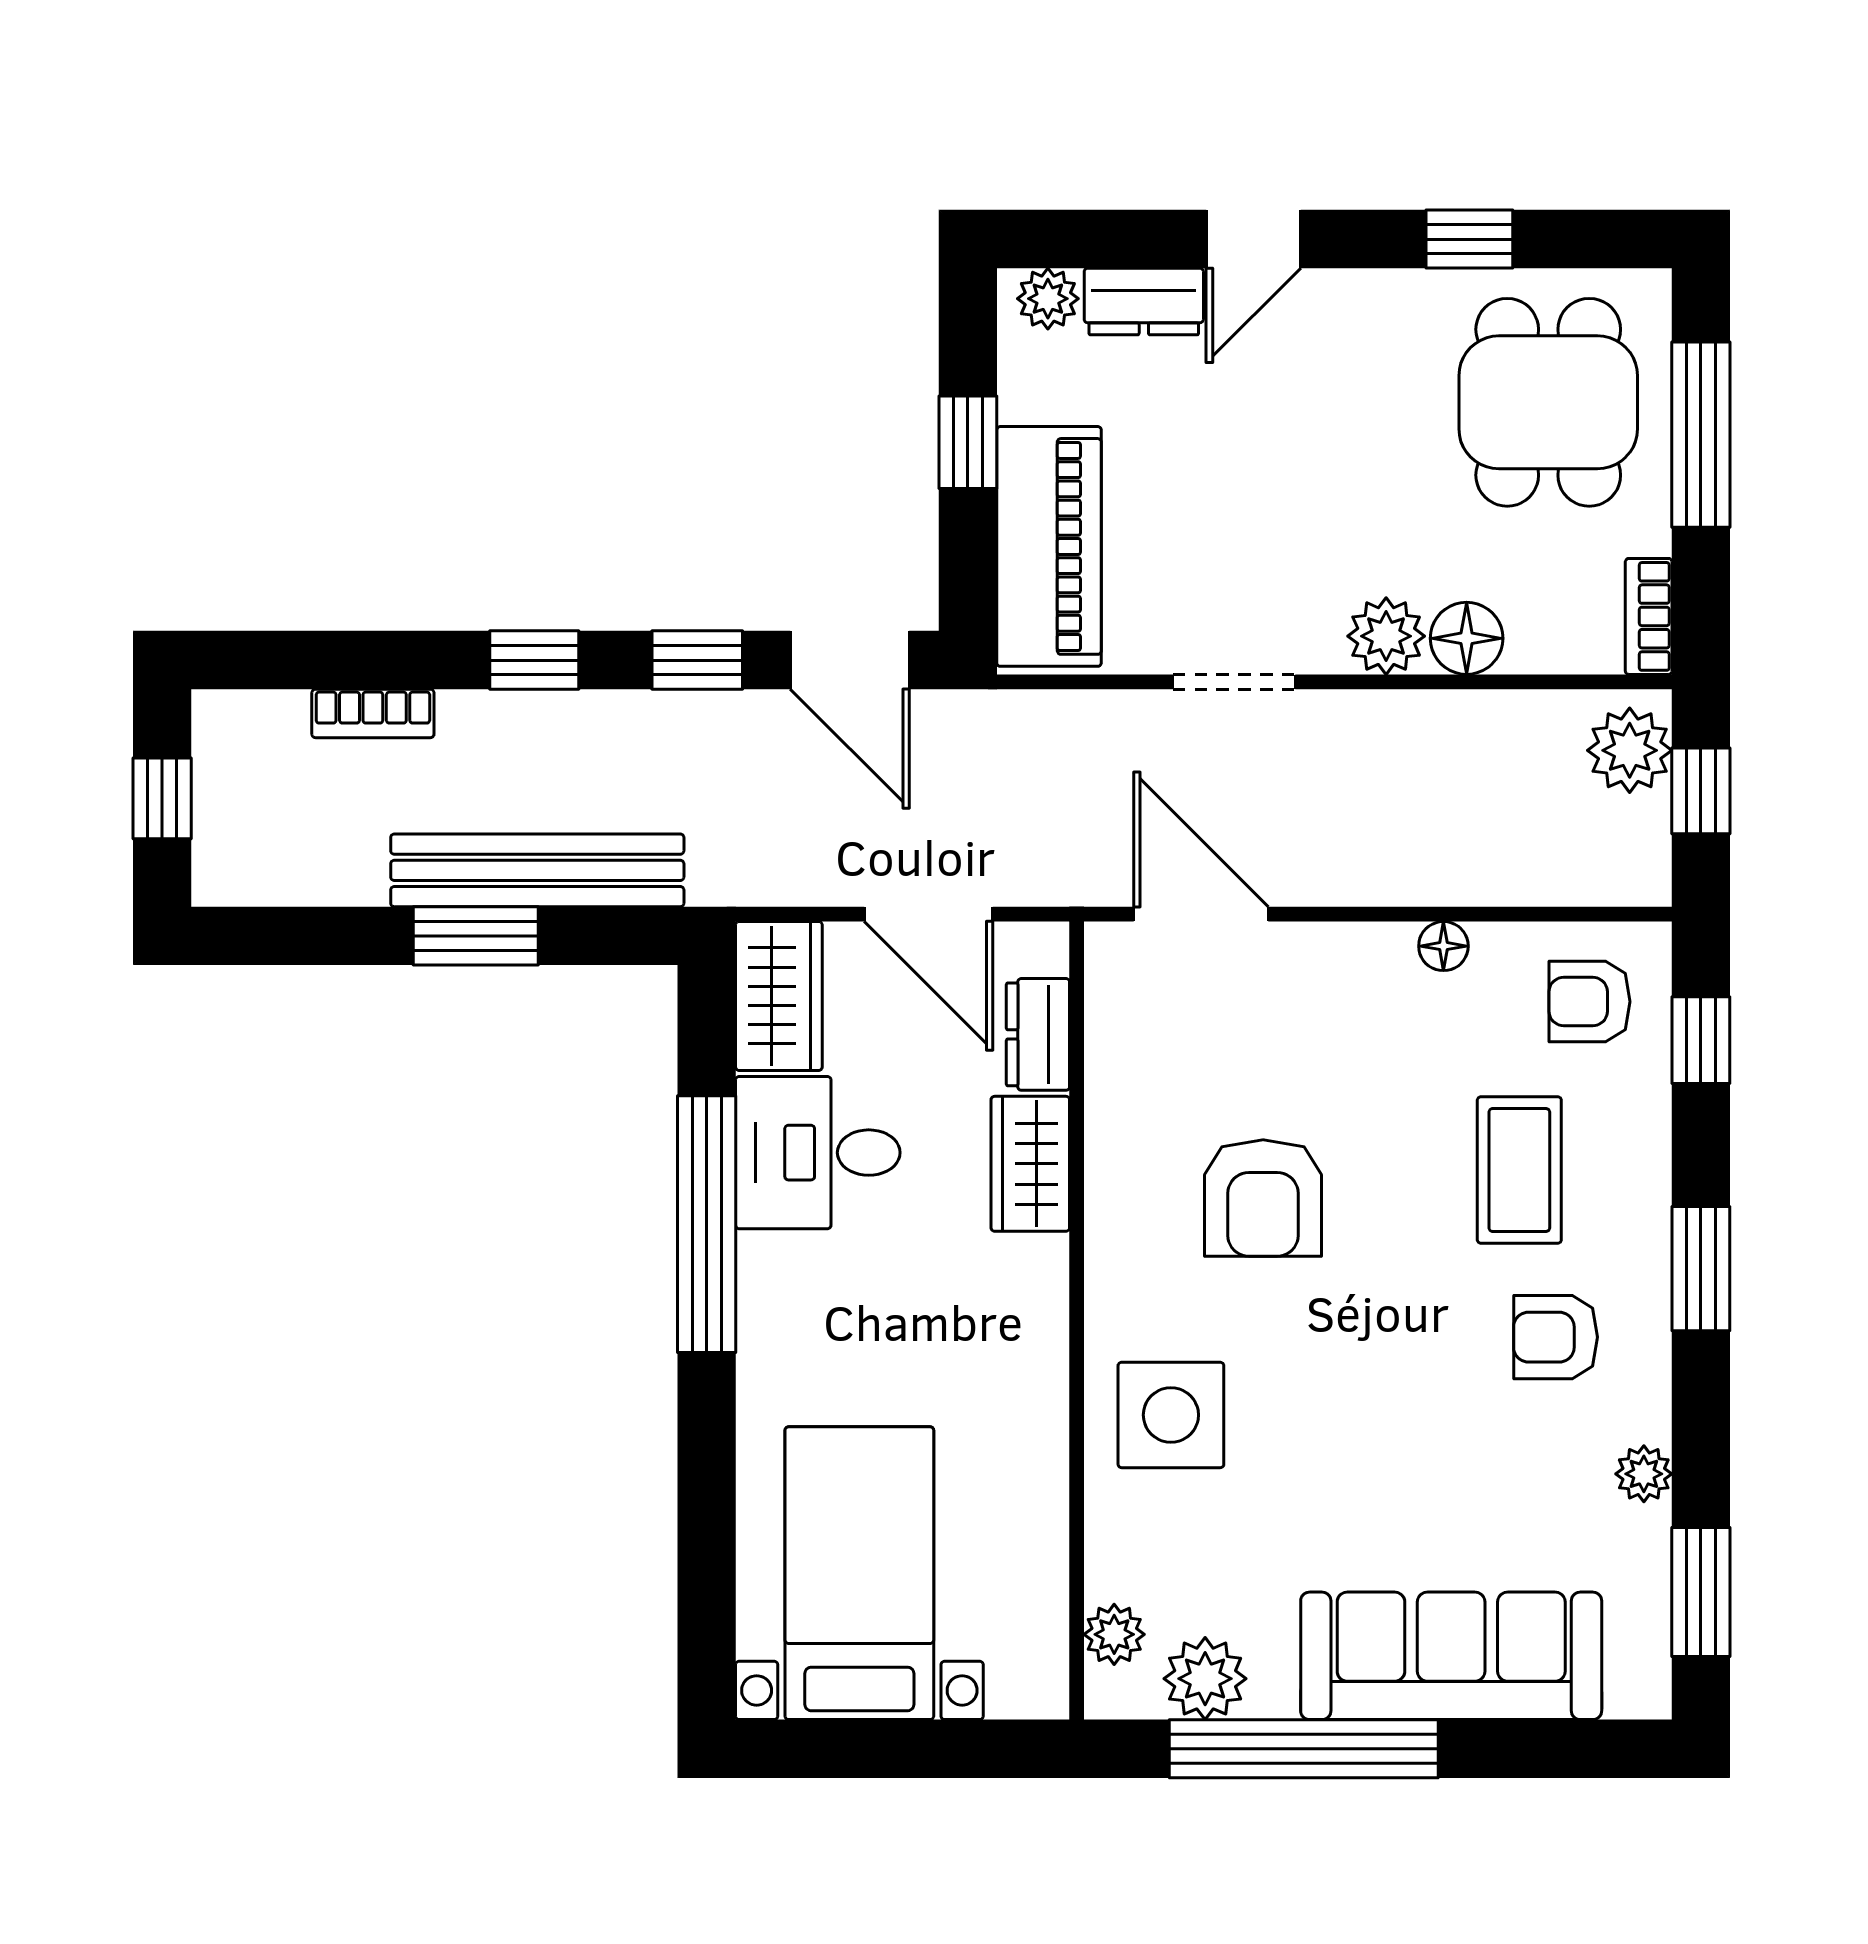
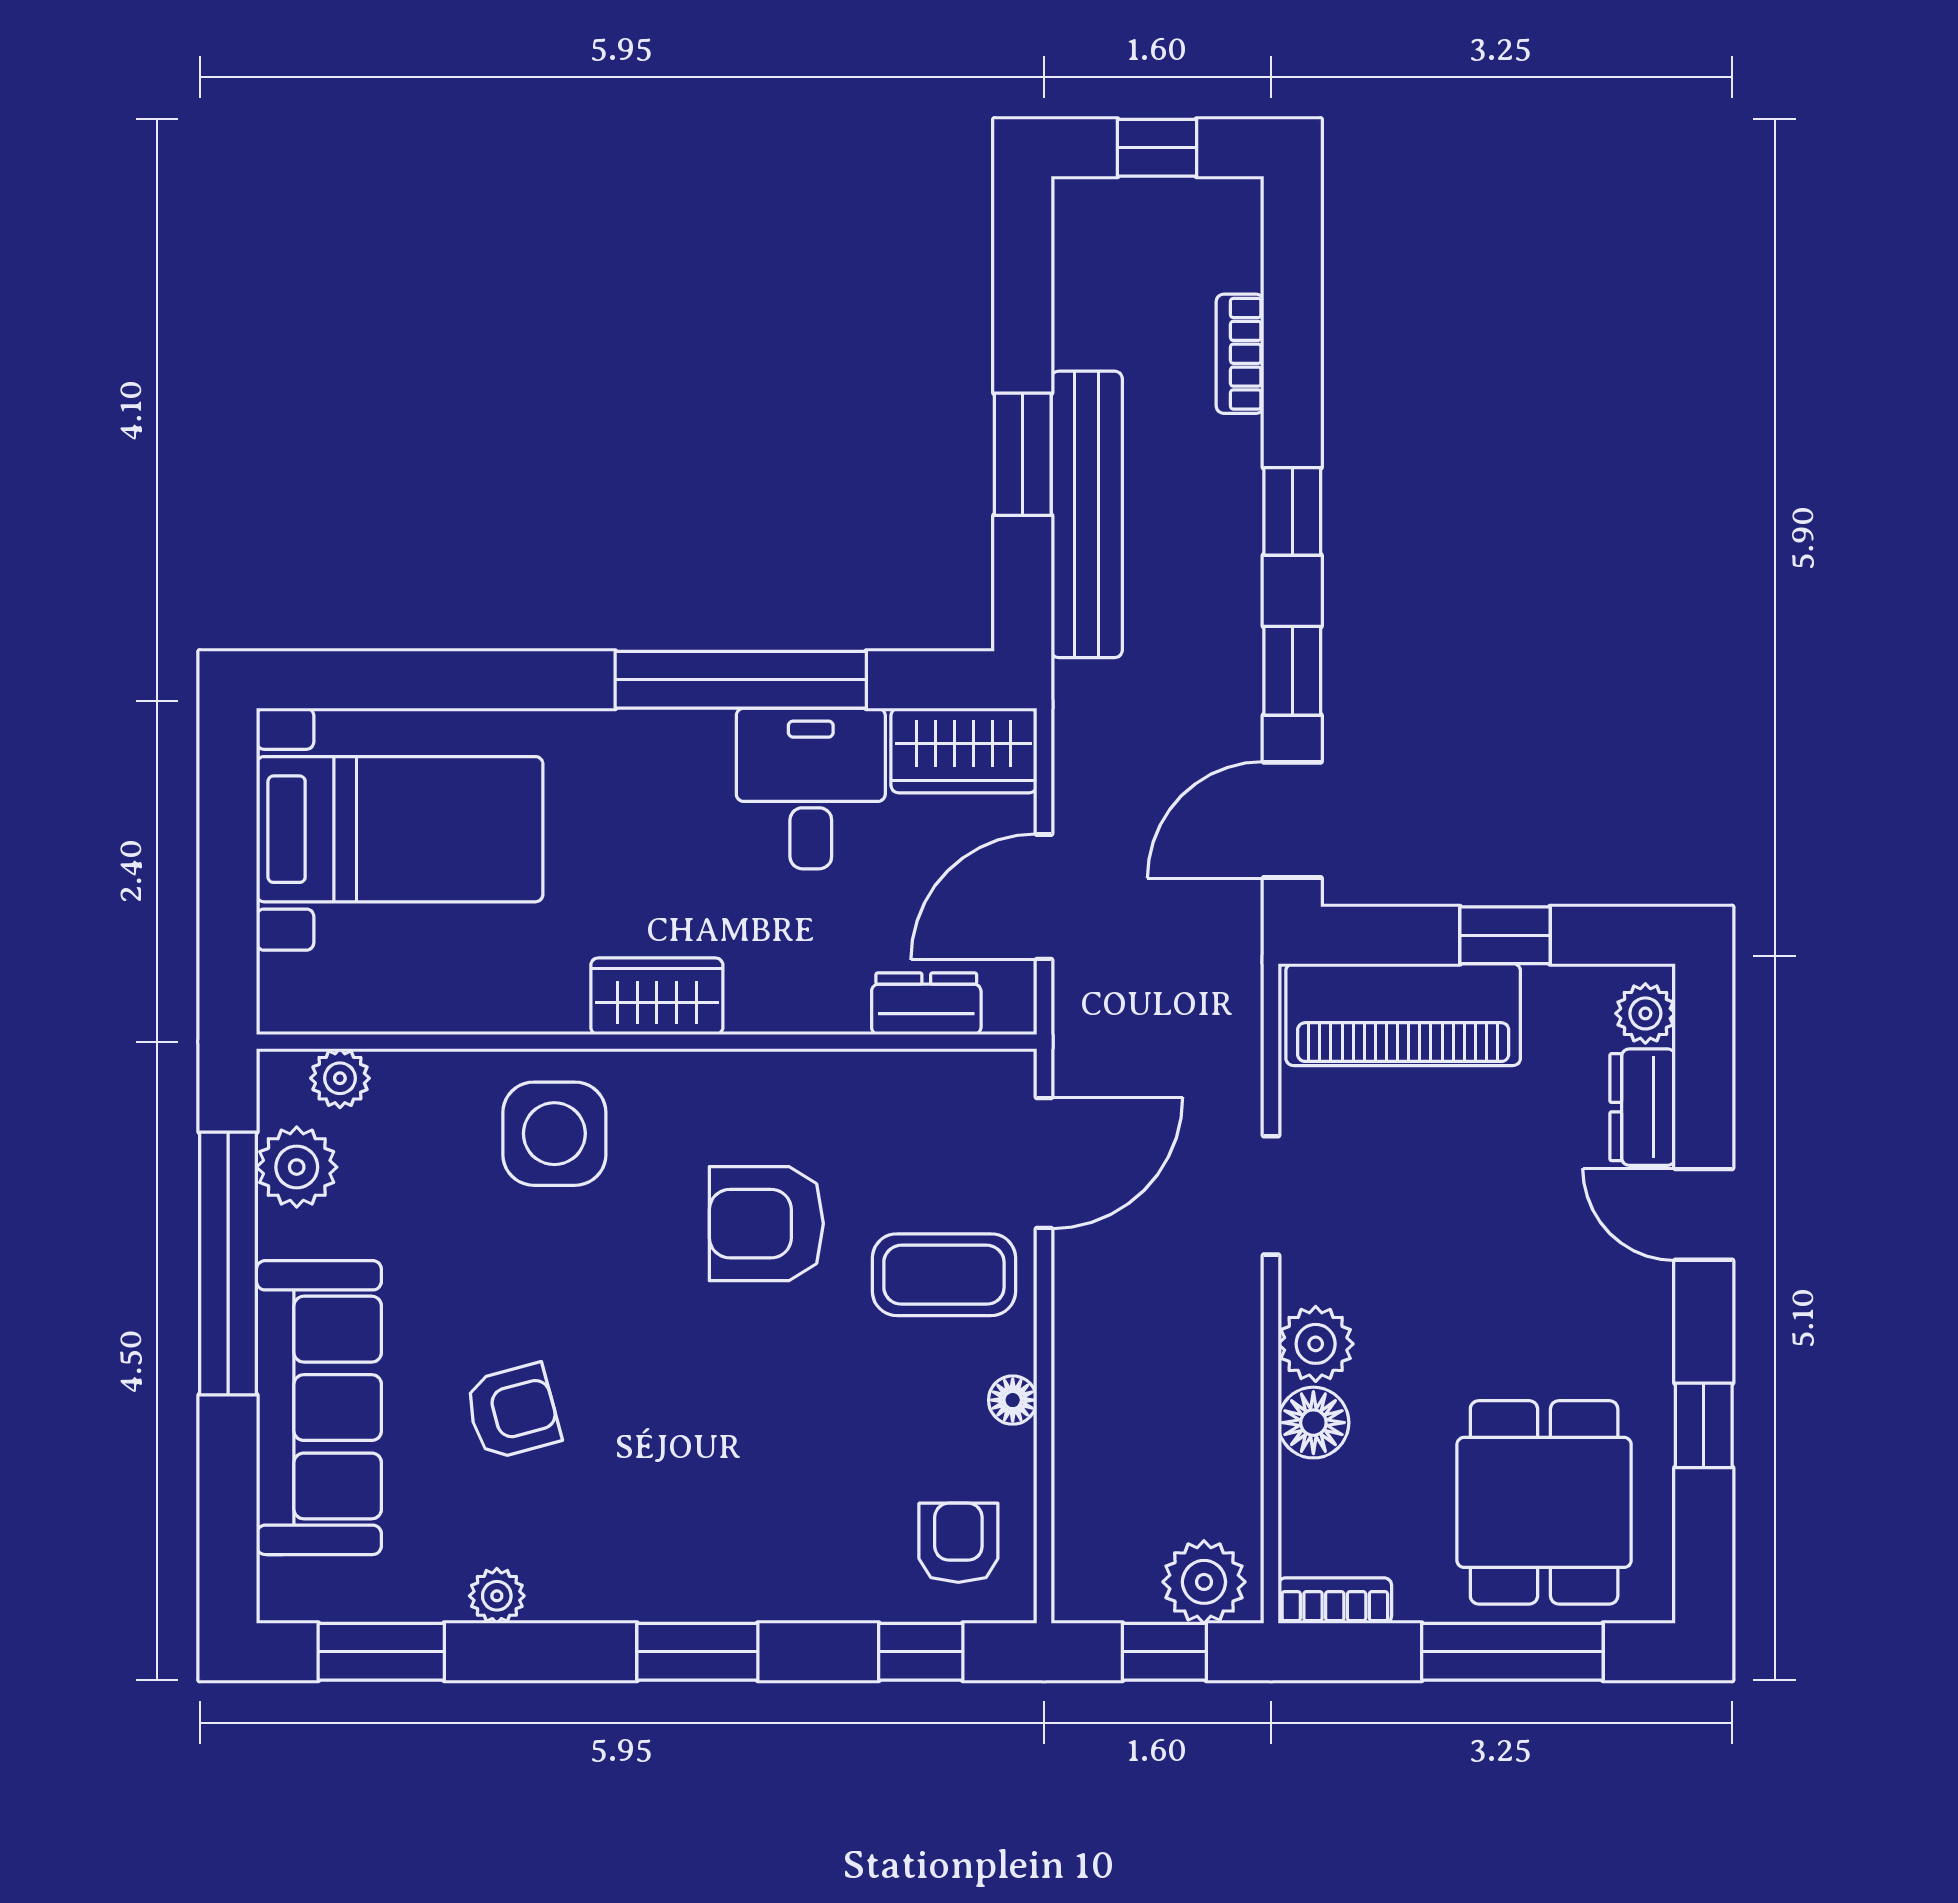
dining table: (1548, 402) -> (1544, 1502), turned 90
wardrobe: (1030, 1164) -> (657, 996), moved
coffee table: (1519, 1170) -> (944, 1275), moved
armchair: (1556, 1337) -> (513, 1412), moved, turned 75

